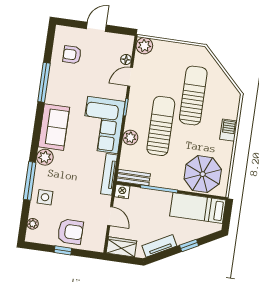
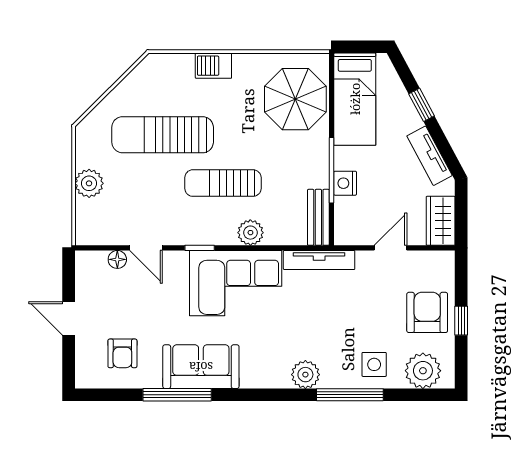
plant: (144, 46) -> (89, 183), moved
sun lounger: (161, 126) -> (223, 183), width x0.73, depth x0.75
sofa: (54, 127) -> (201, 367), moved
nightstand: (122, 191) -> (345, 183), moved
plant: (33, 224) -> (423, 371), width x1.88, depth x1.88

